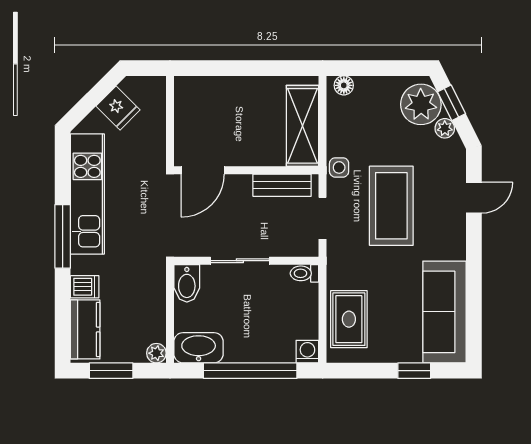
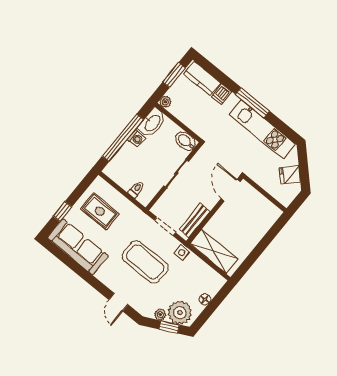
floor lamp: (344, 85) -> (205, 299), moved
toilet: (304, 273) -> (136, 189), moved
rug: (349, 319) -> (100, 211), moved
washing machine: (307, 352) -> (137, 139), moved

